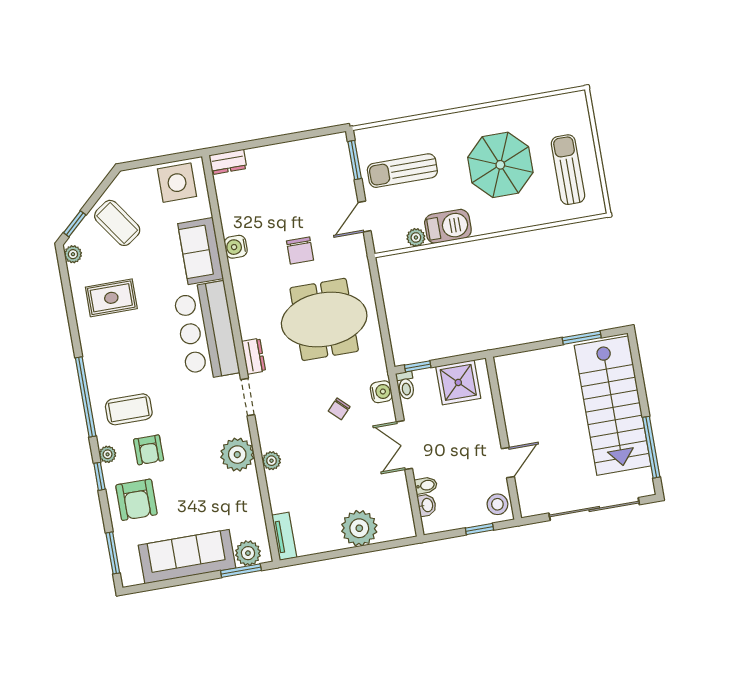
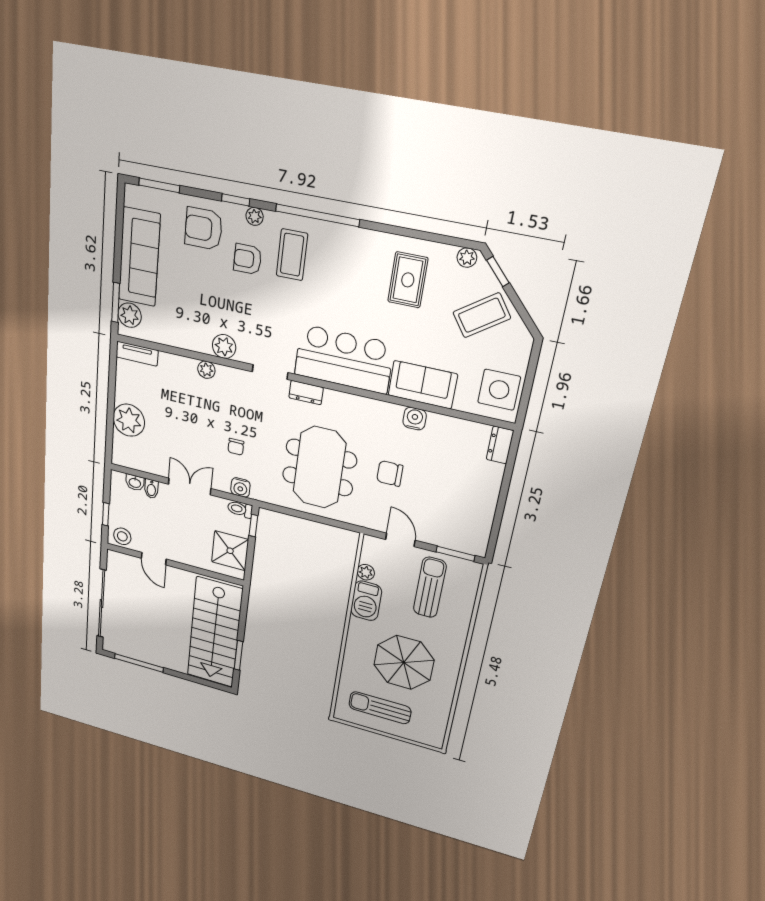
sun lounger: (568, 170) -> (380, 708), turned 180
stairs: (613, 406) -> (215, 633), moved, turned -90
chair: (339, 409) -> (236, 447), turned -134
plant: (237, 455) -> (224, 346), width x0.73, depth x0.73

